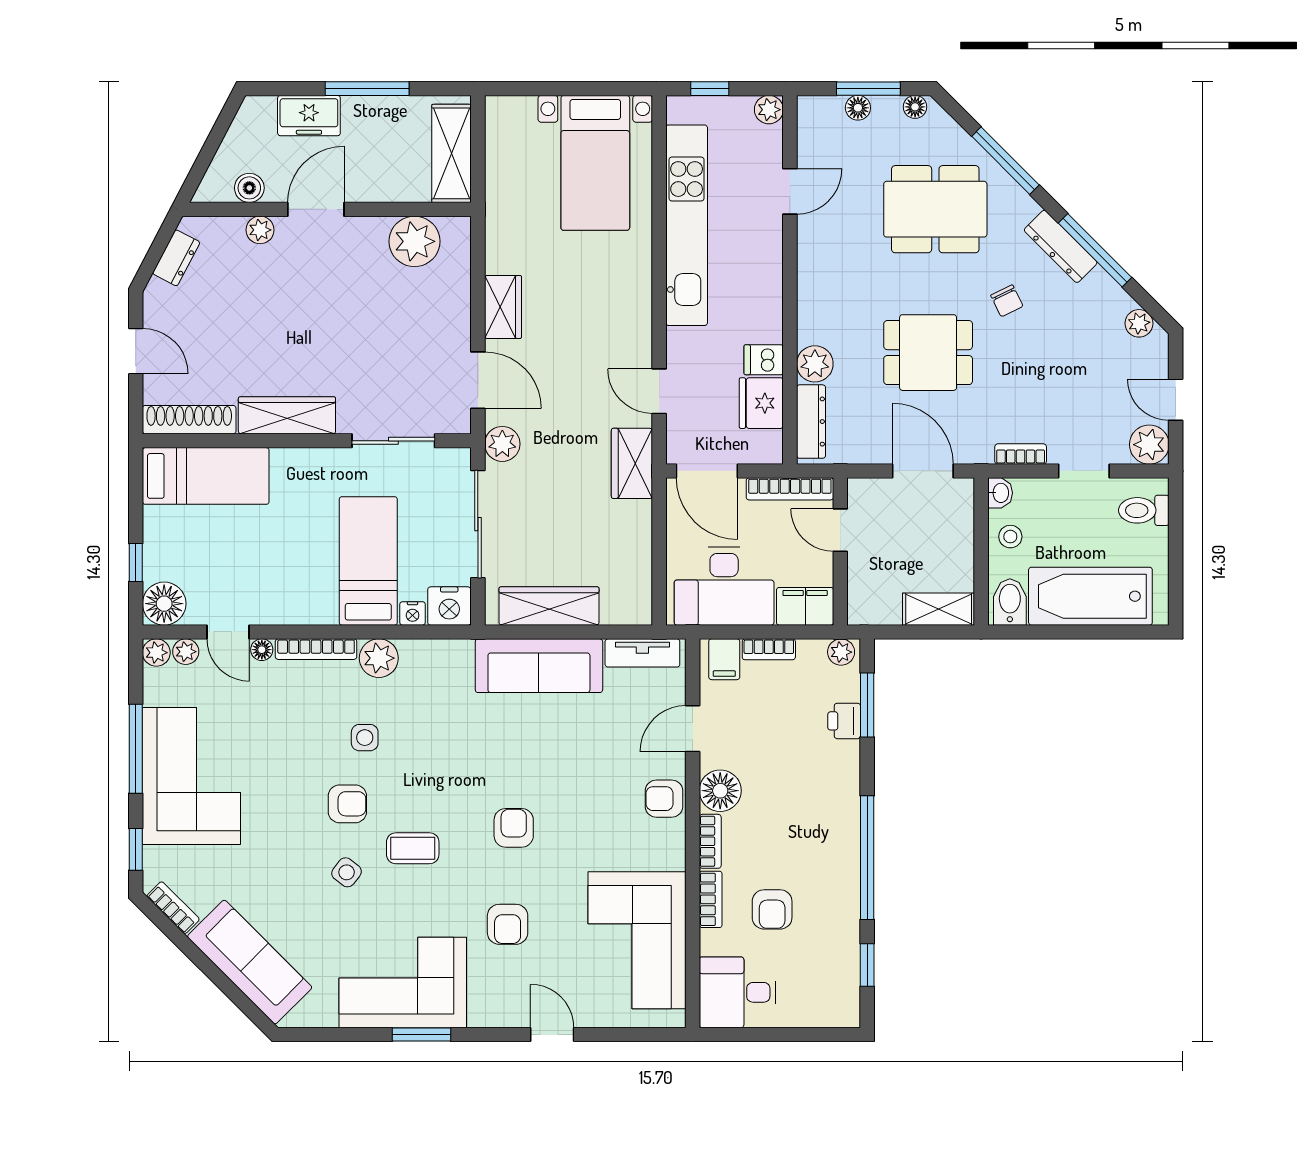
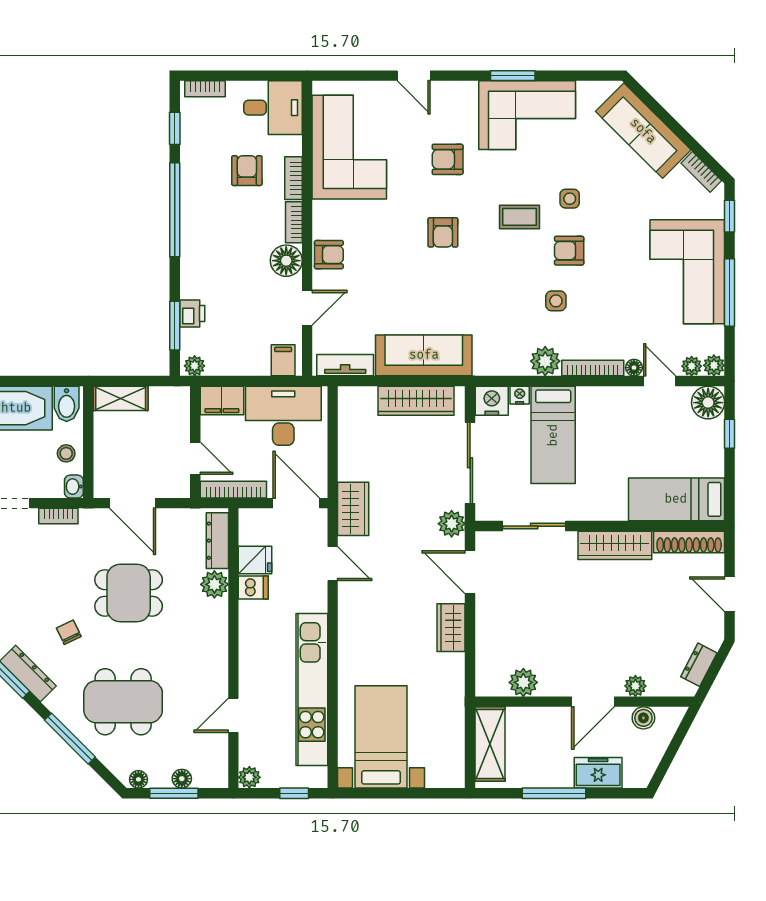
plant: (415, 241) -> (523, 682), width x0.73, depth x0.73
fridge: (761, 403) -> (255, 560), width x0.72
bookcase: (769, 649) -> (205, 89), moved, turned 180
side table: (347, 872) -> (570, 199), turned -38
armchair: (508, 924) -> (448, 159), turned -90

